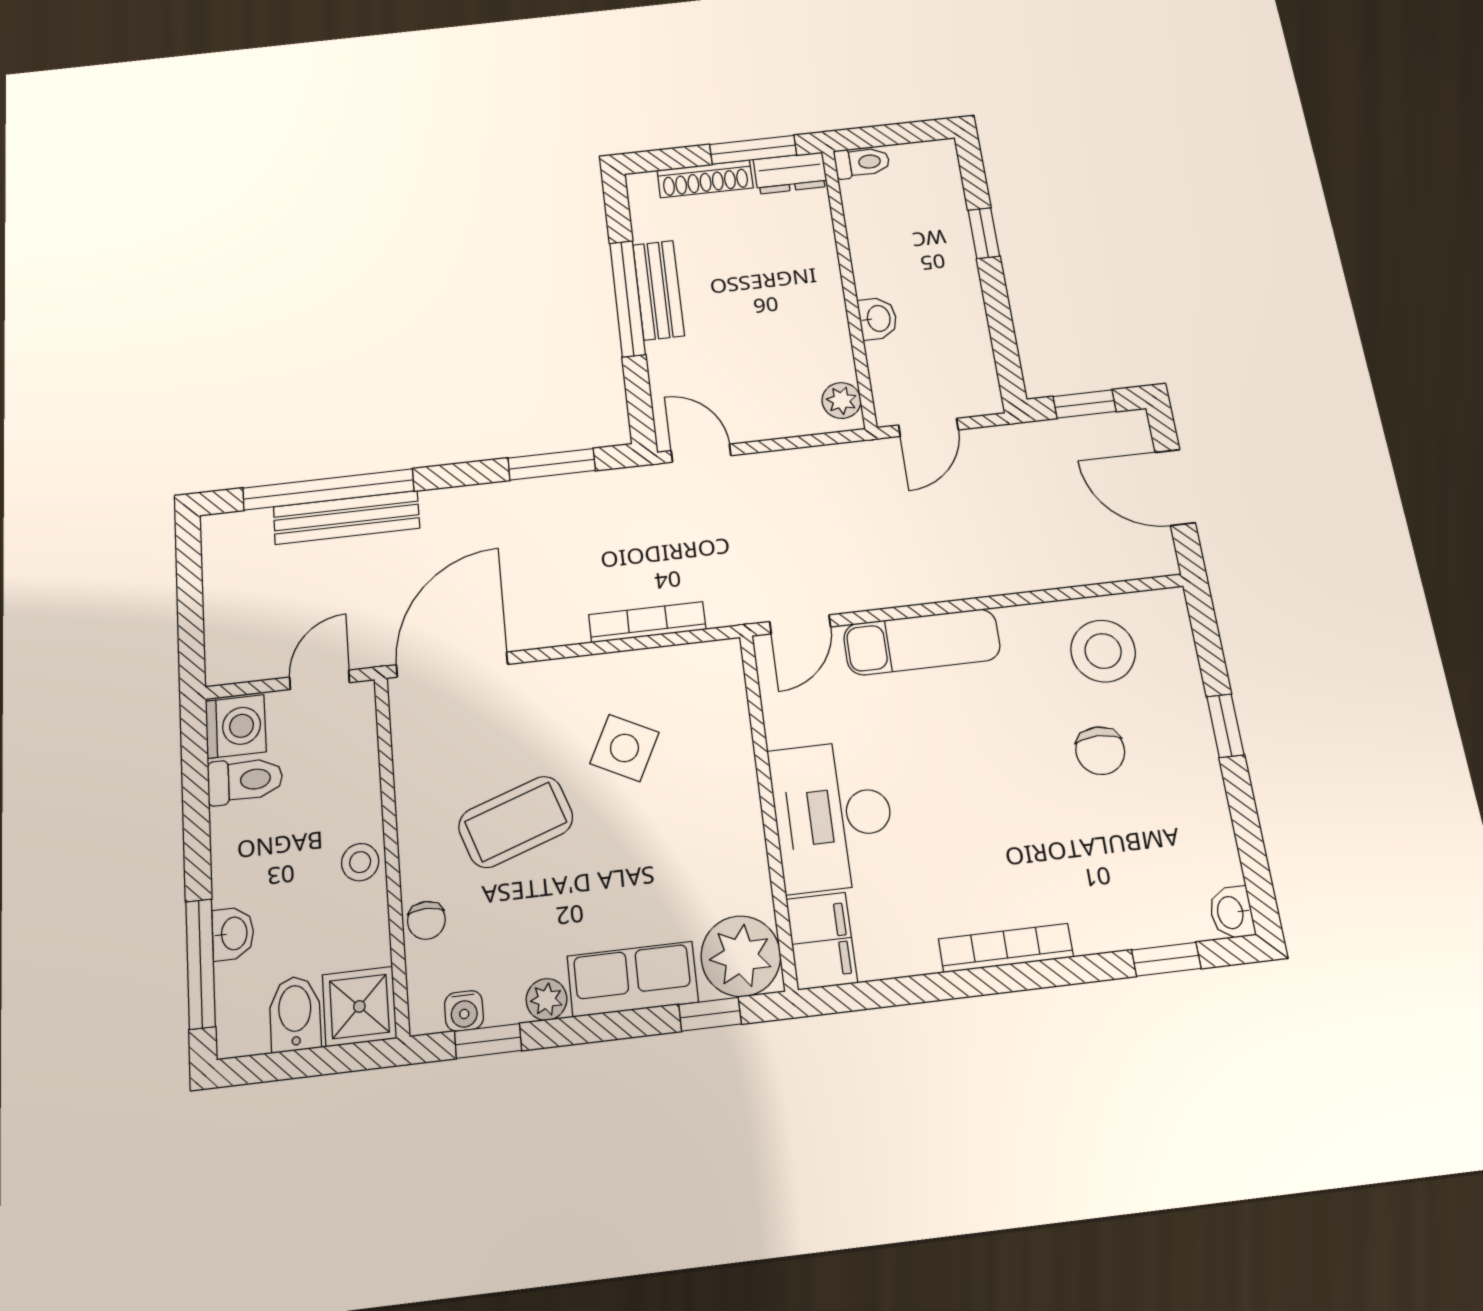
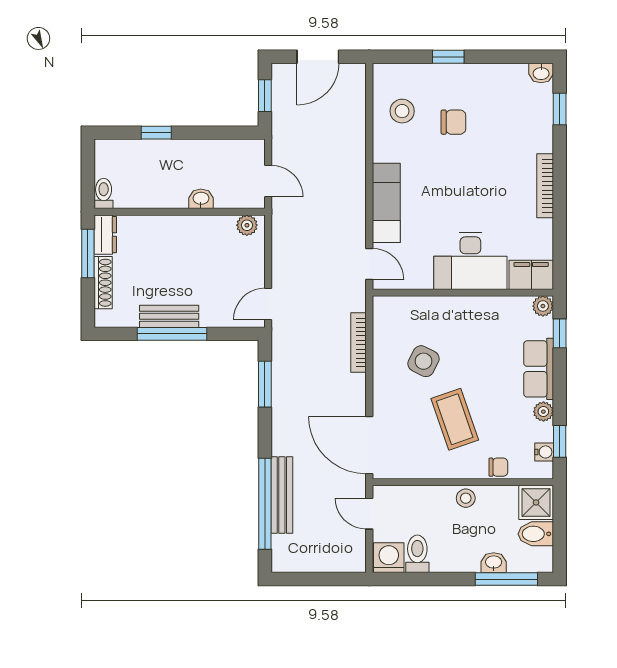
stool: (1103, 651) -> (402, 111), width x0.73, depth x0.73
plant: (741, 956) -> (543, 306), width x0.53, depth x0.53

